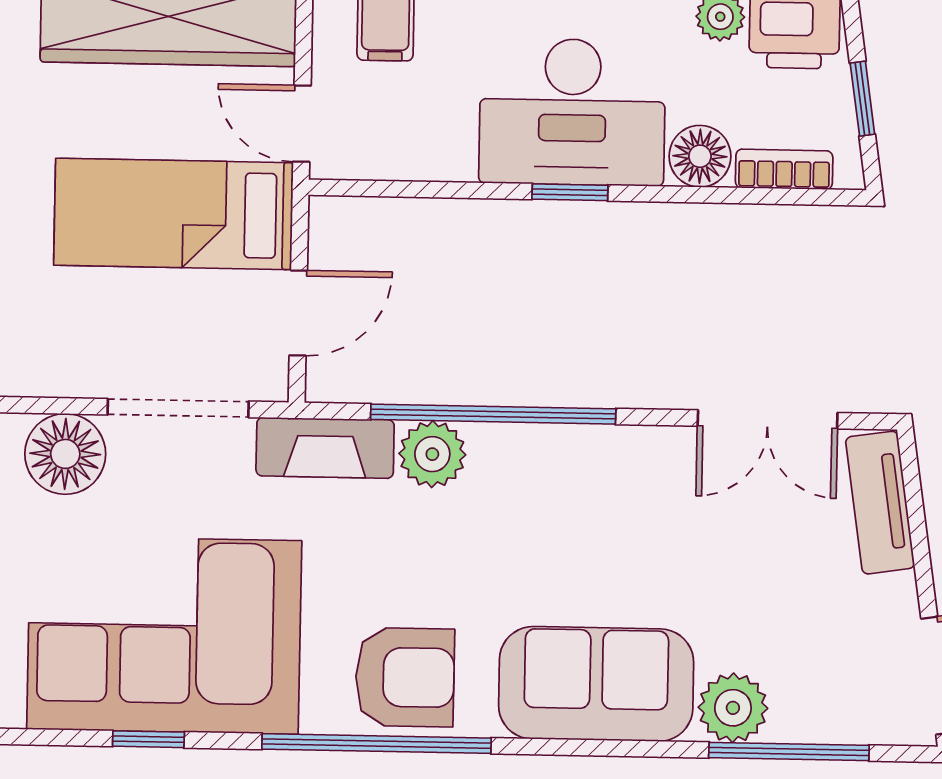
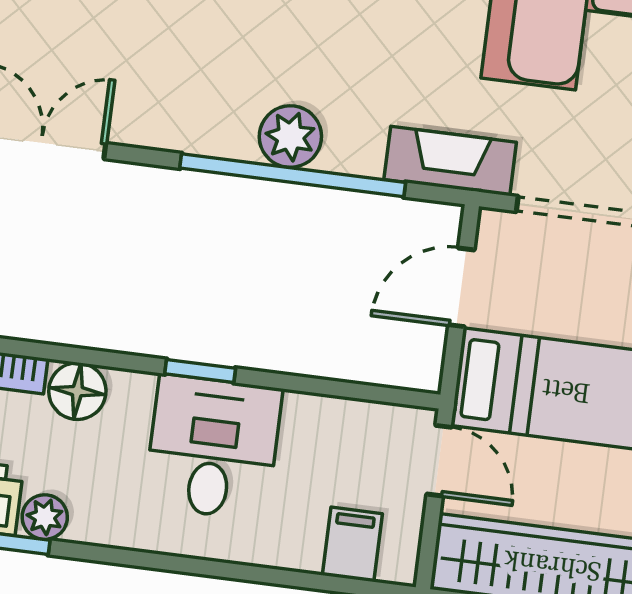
desk: (572, 112) -> (213, 447), width x0.73
plant: (432, 454) -> (290, 137), moved

